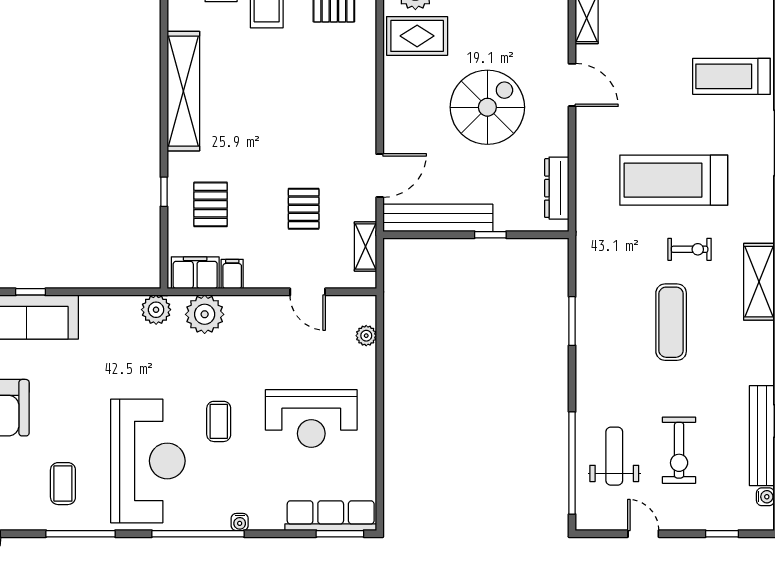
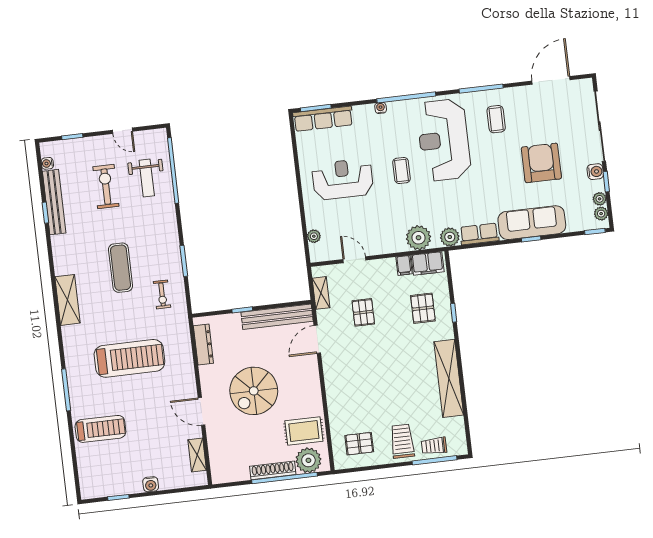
exercise bike: (690, 249) -> (162, 294), moved, turned -90
row of seats: (110, 309) -> (479, 234), added

